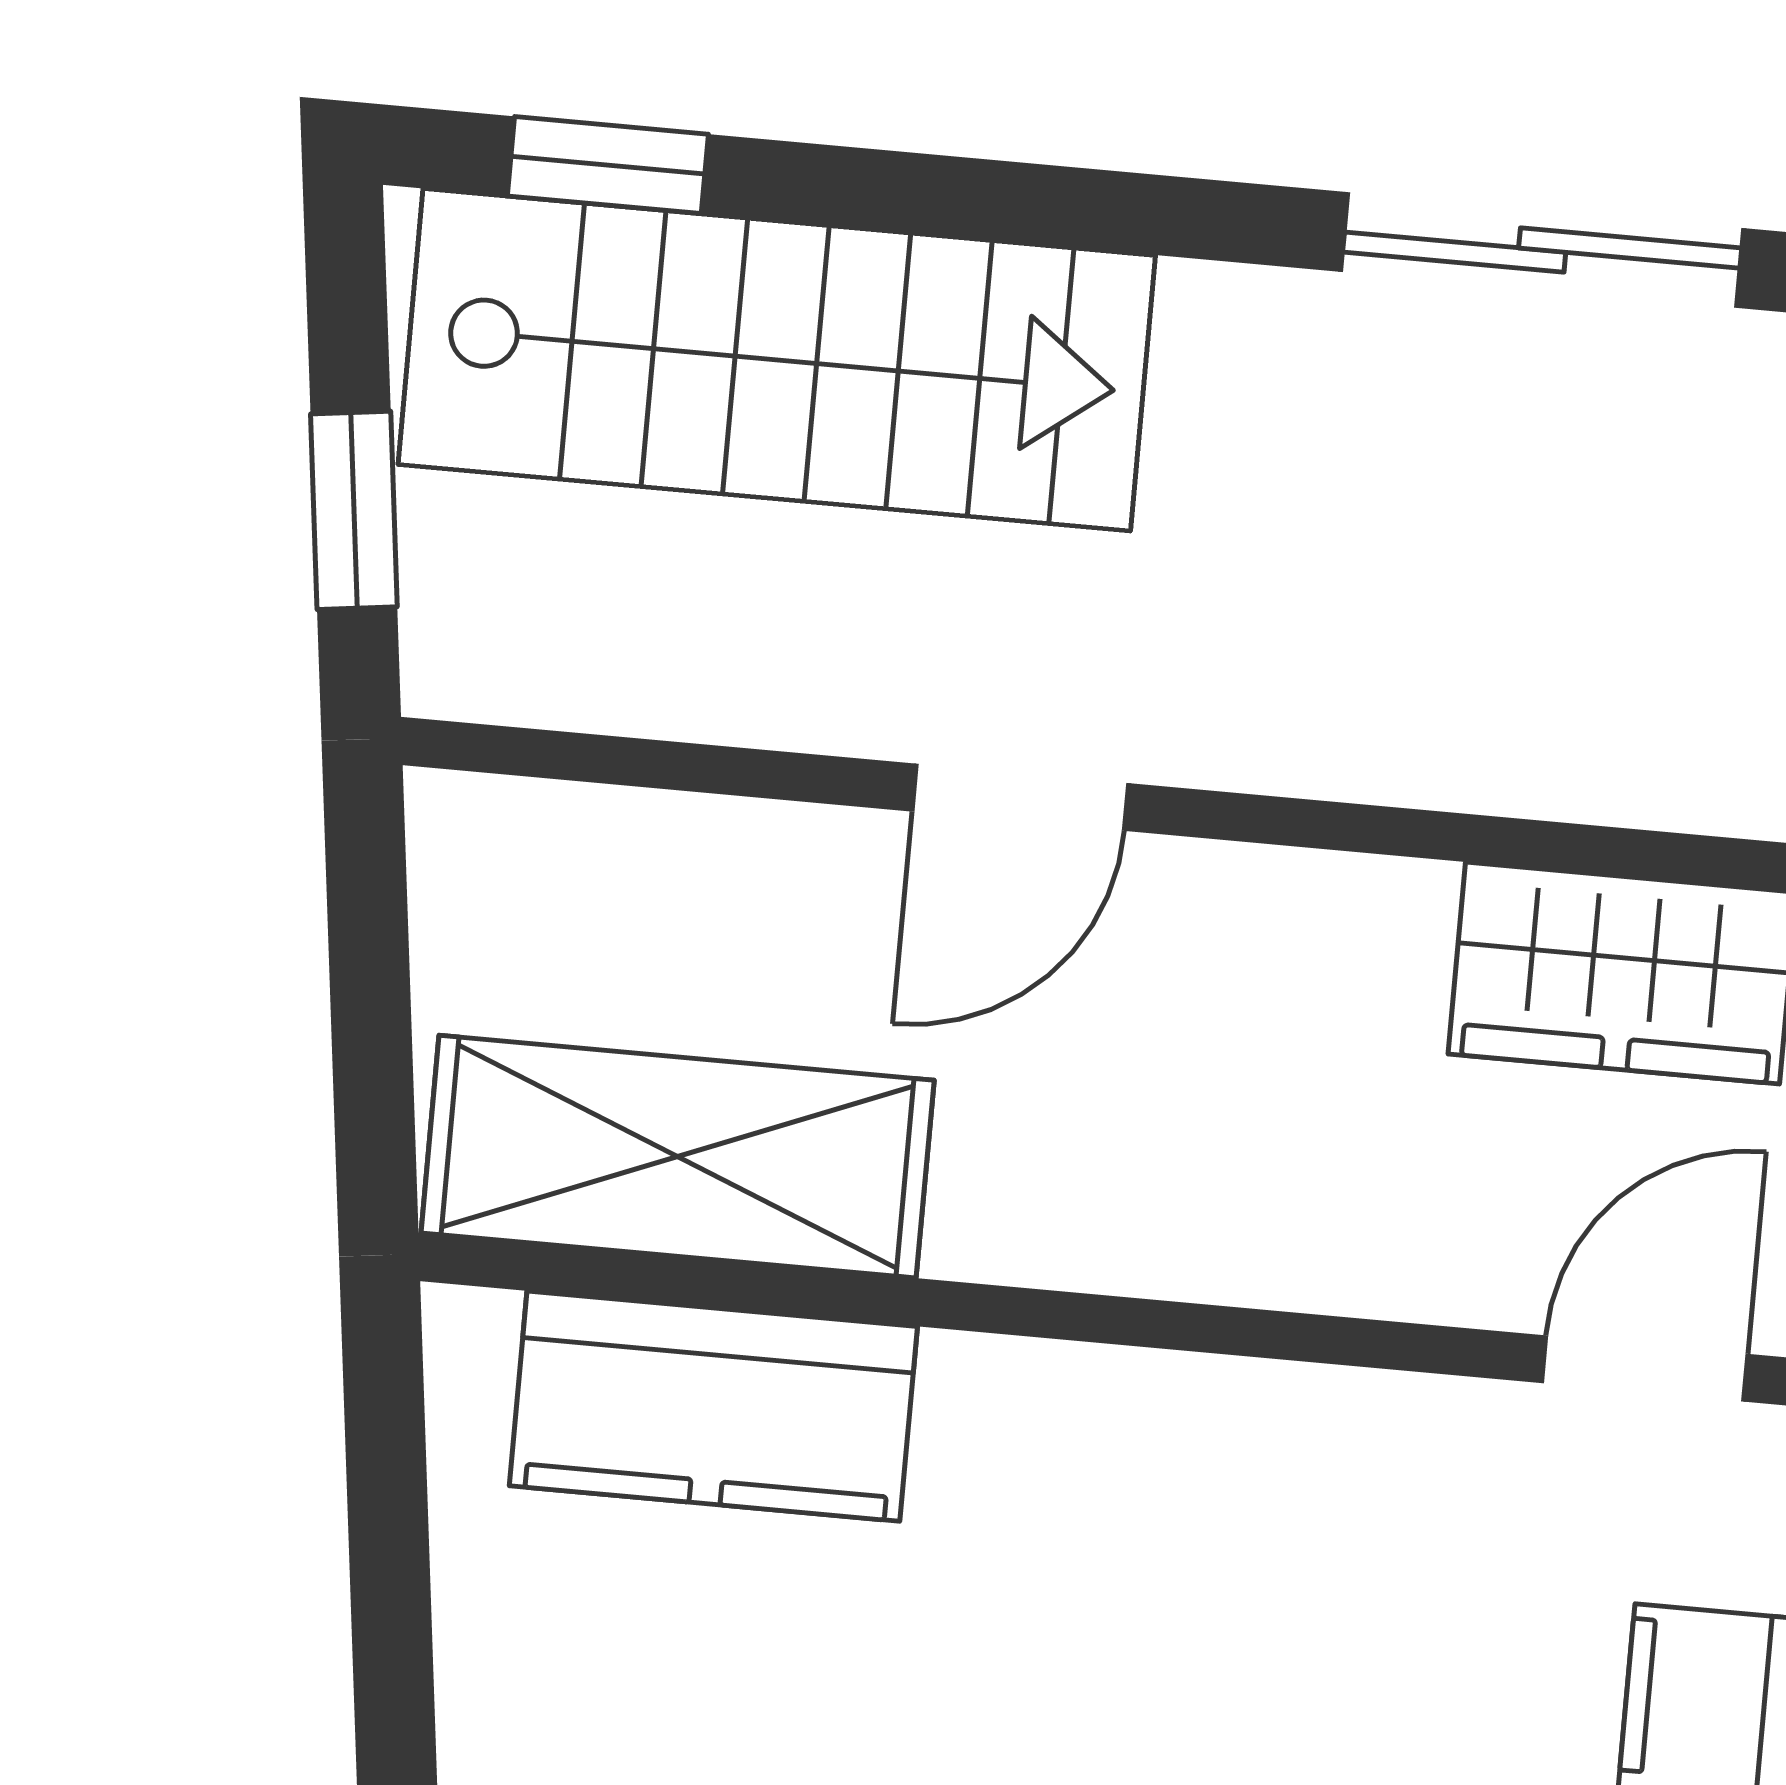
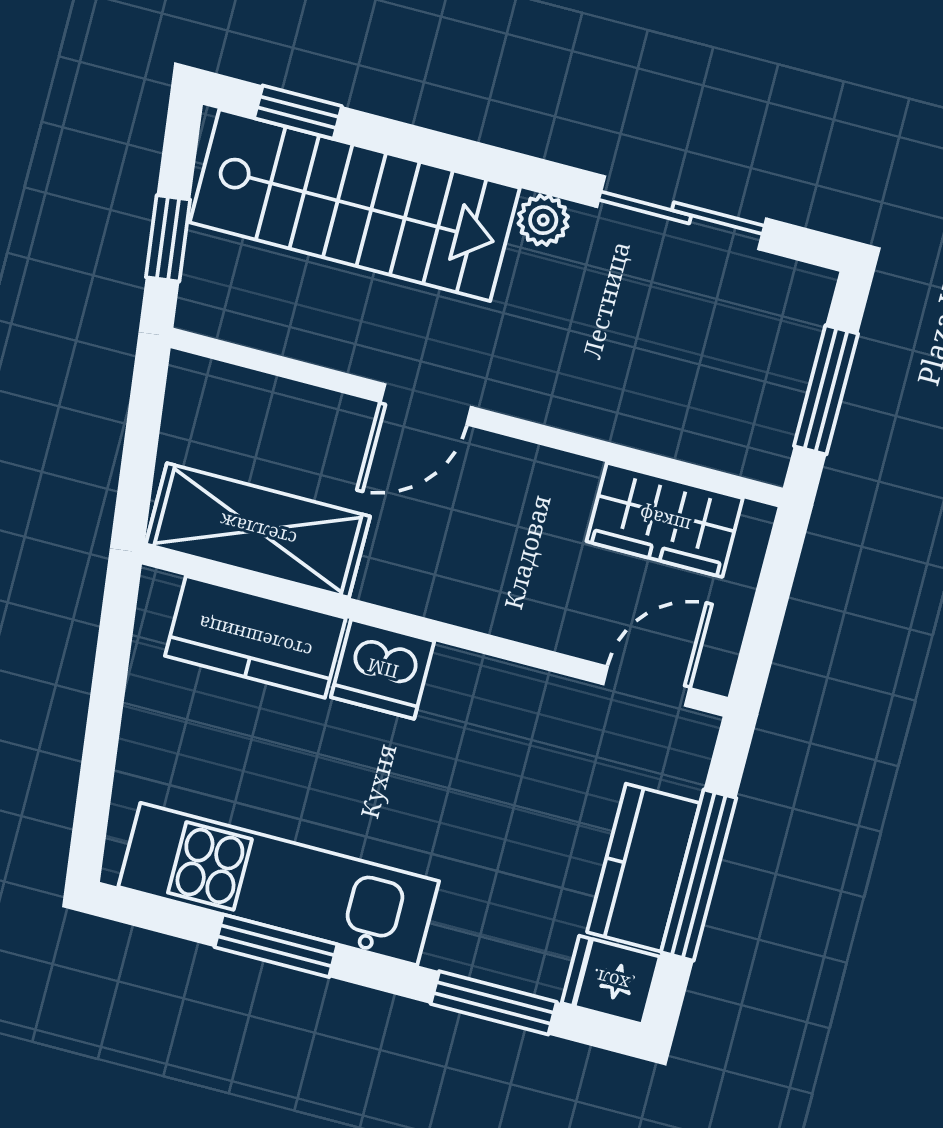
plant: (1222, 321) -> (543, 220), added
dishwasher: (1023, 1432) -> (383, 669), added

